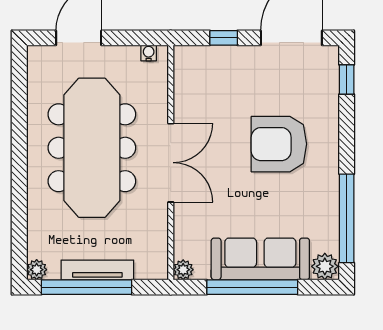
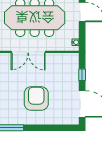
window: (347, 79) -> (64, 128), removed

